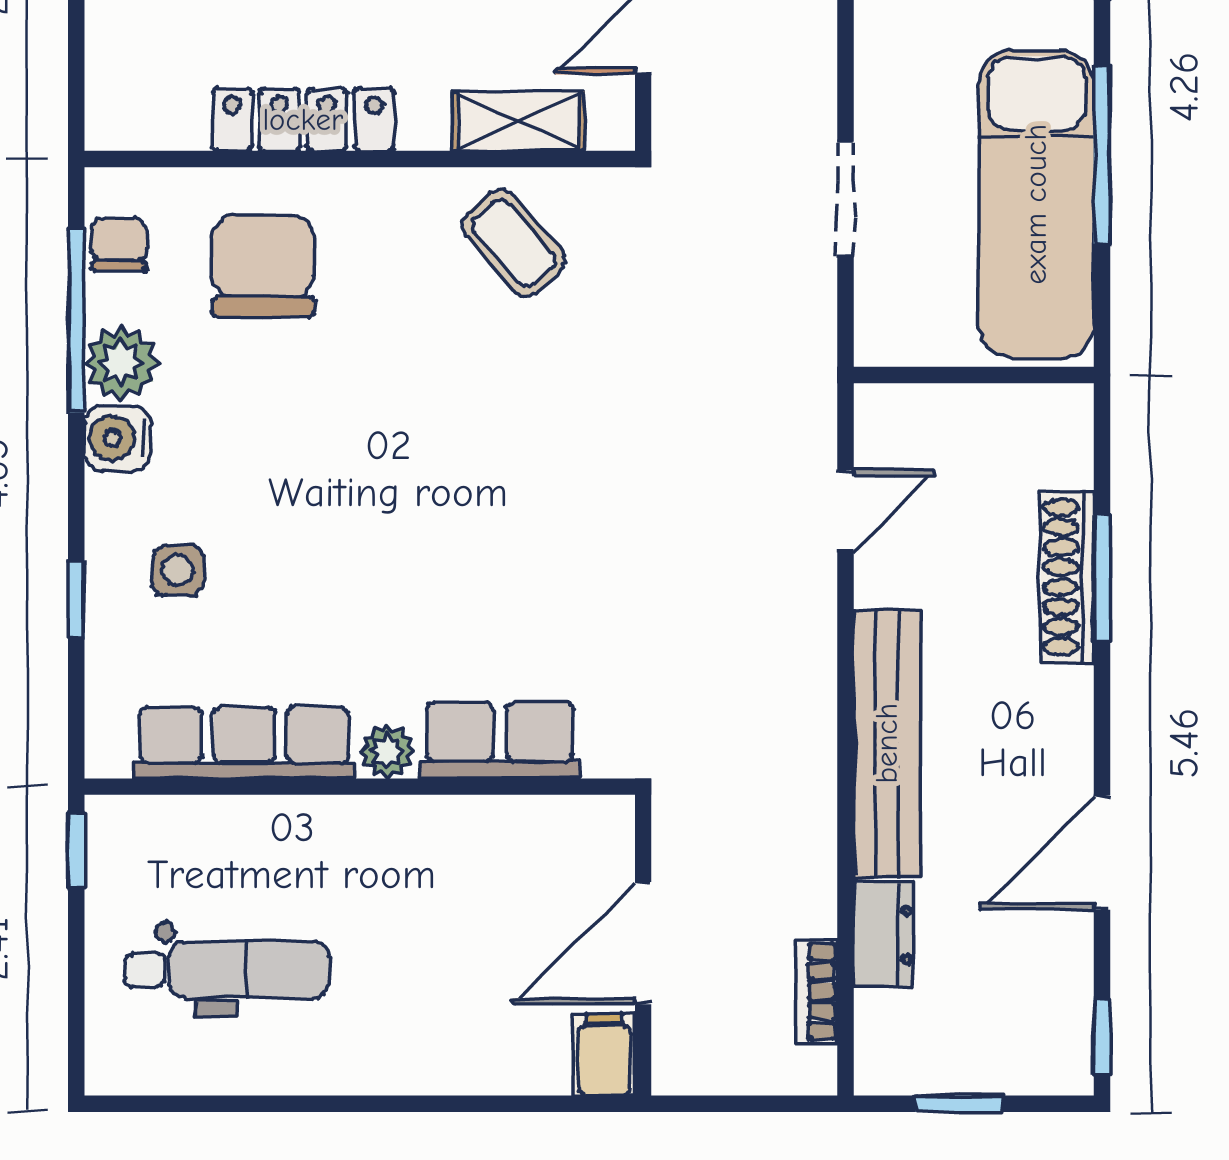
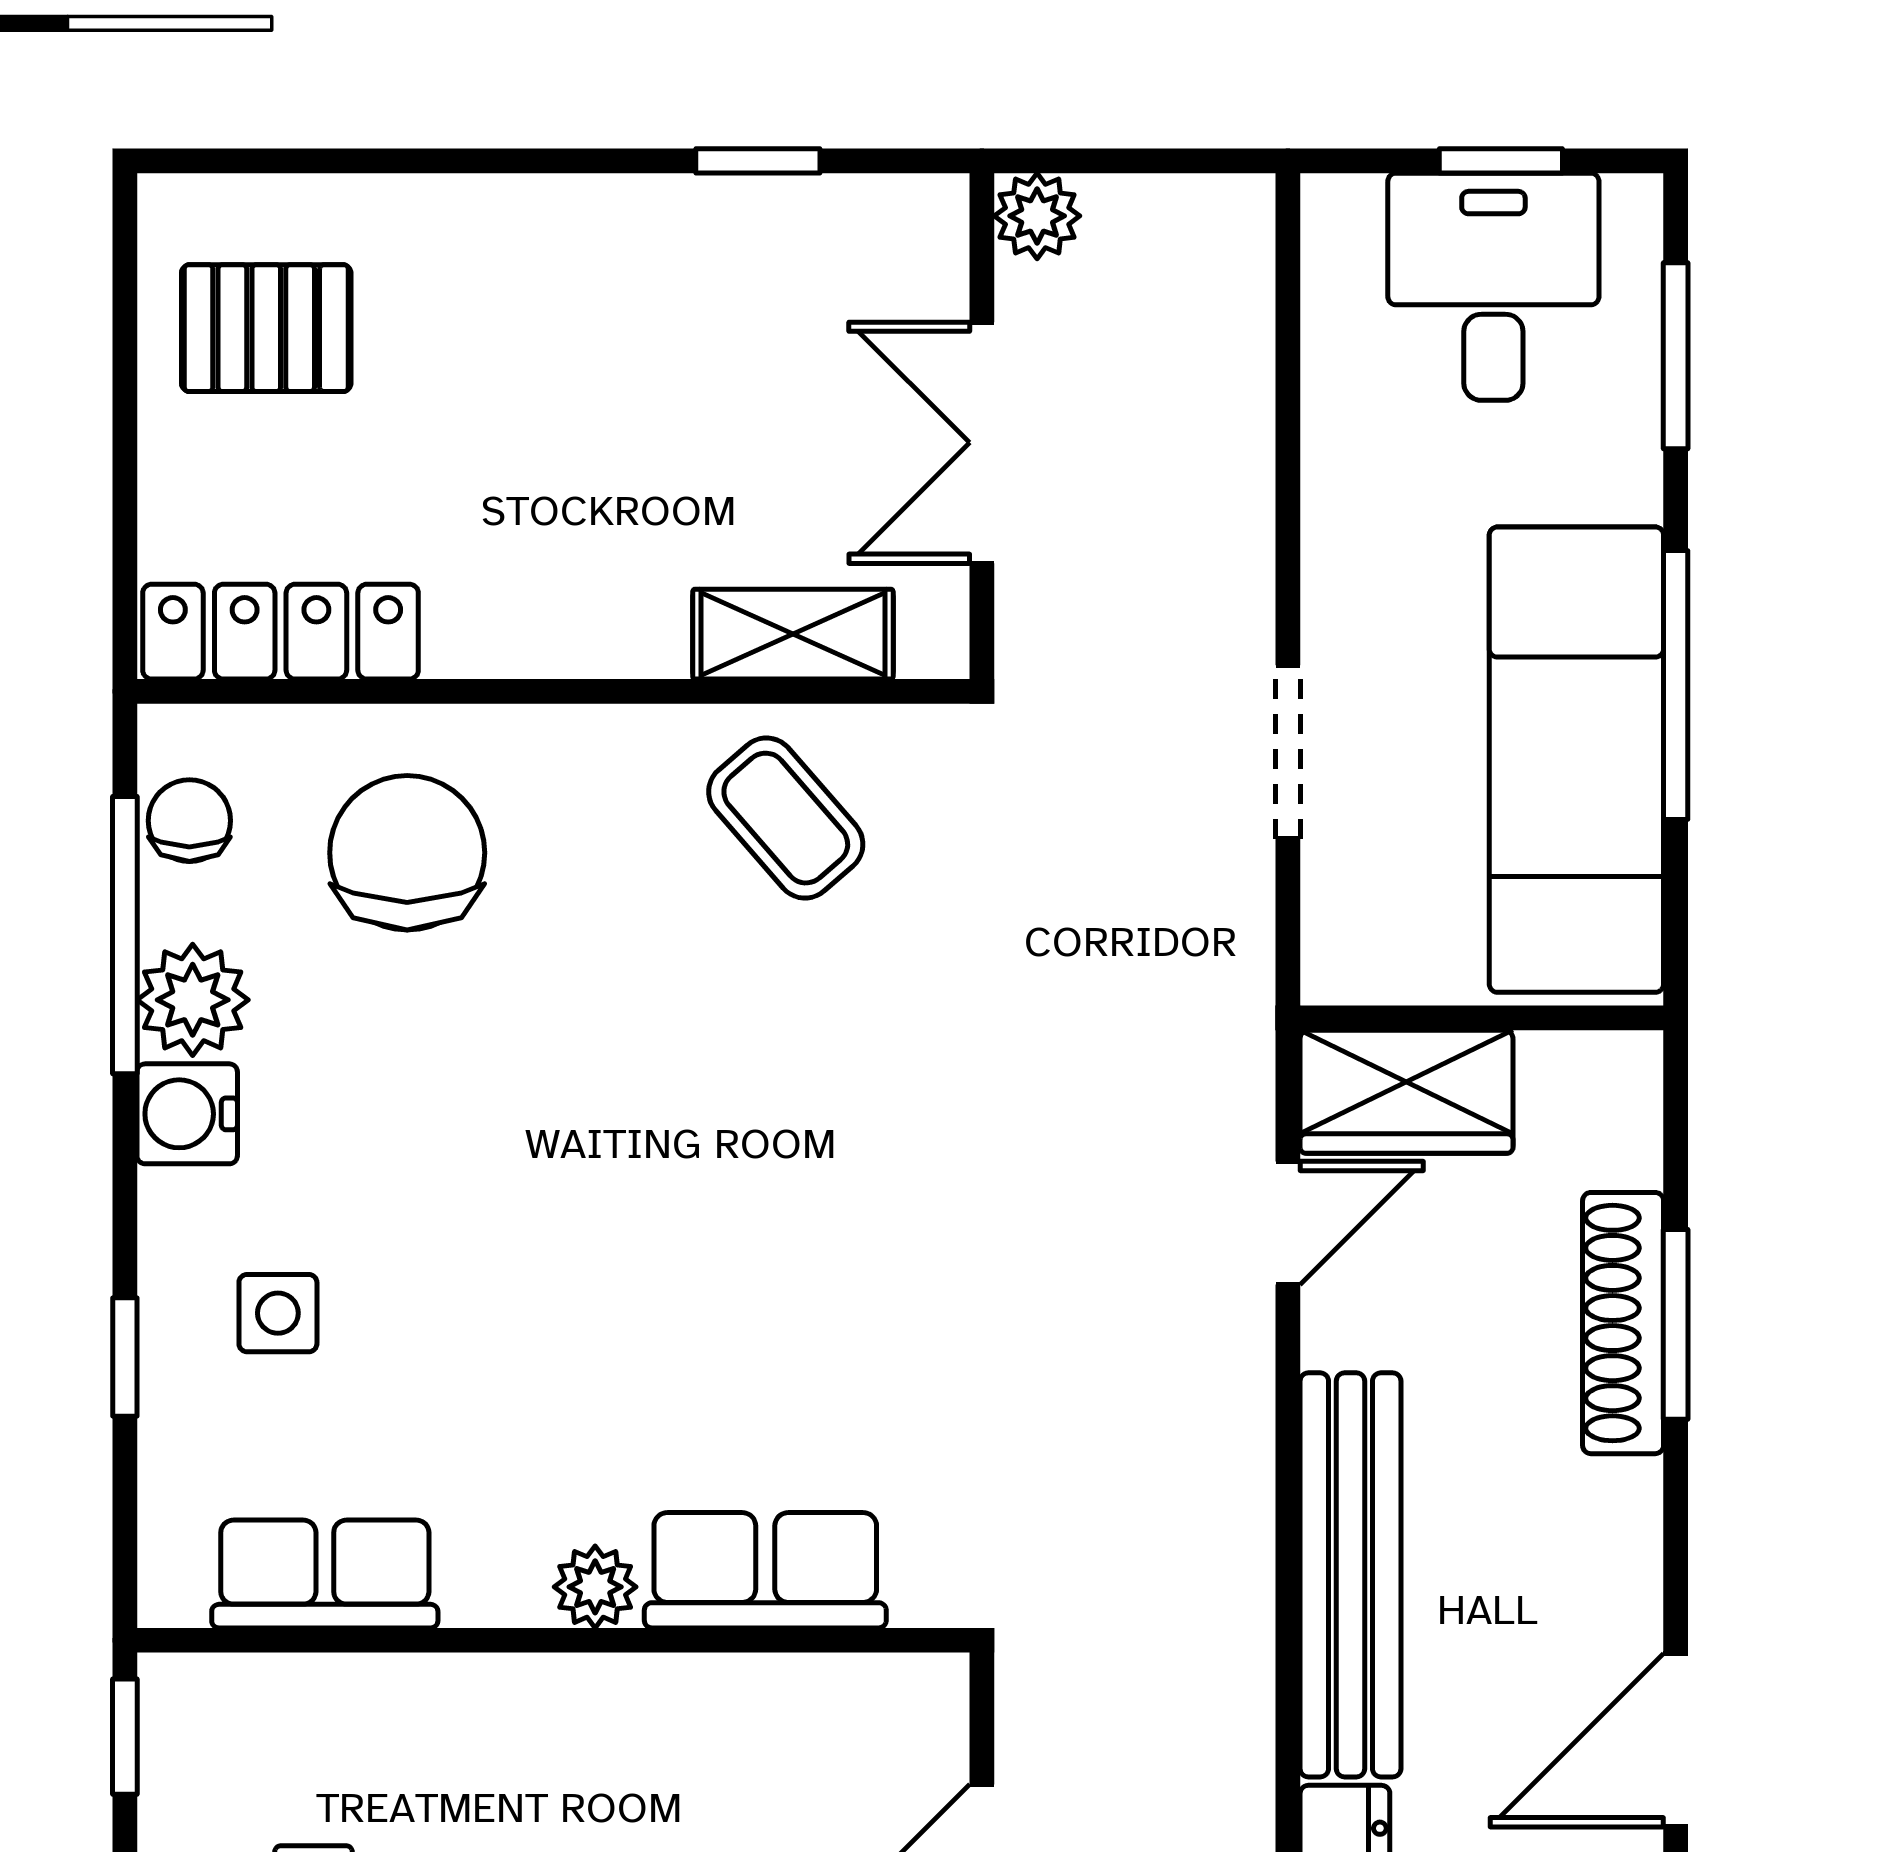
locker: (303, 120) -> (281, 632), moved
wardrobe: (924, 424) -> (1407, 1092), added
row of seats: (244, 743) -> (325, 1574), width x0.68

